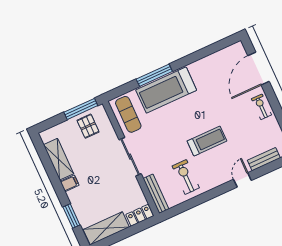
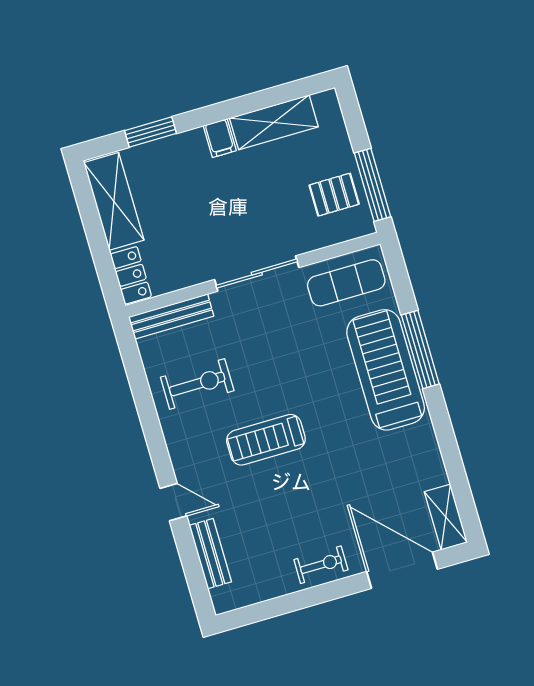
shelving: (231, 52) -> (446, 517), added
treadmill: (207, 141) -> (266, 440), turned 90

